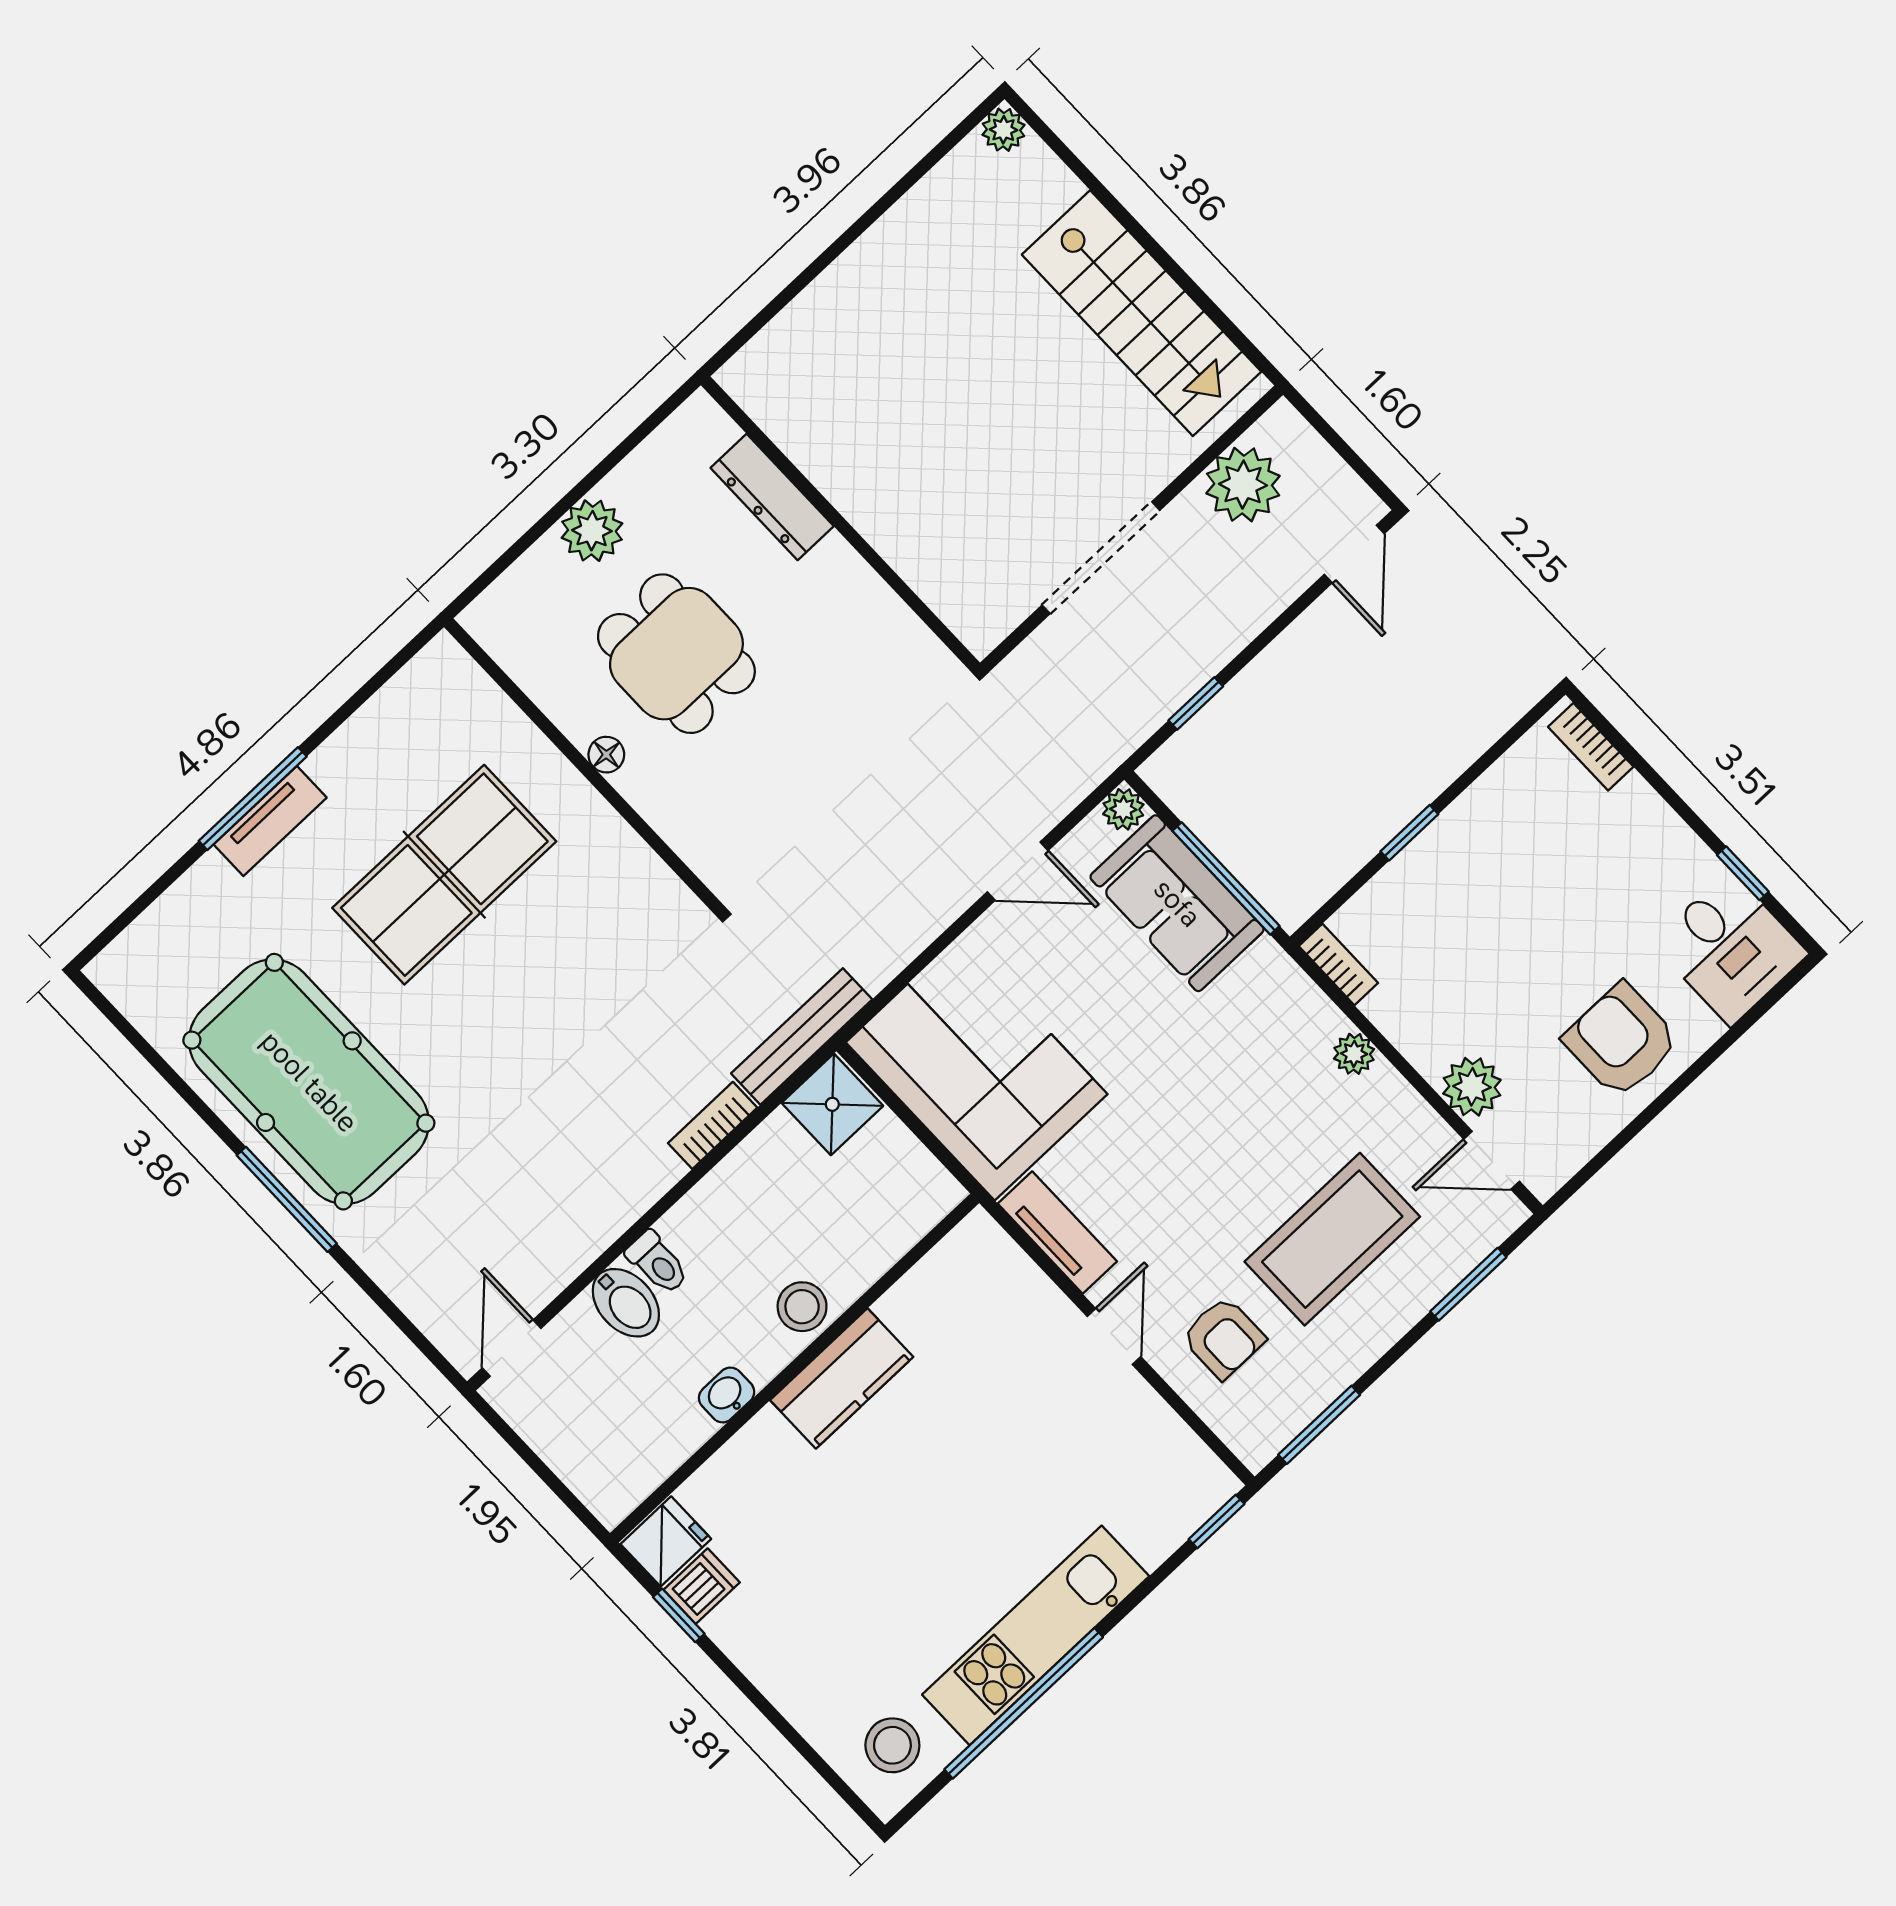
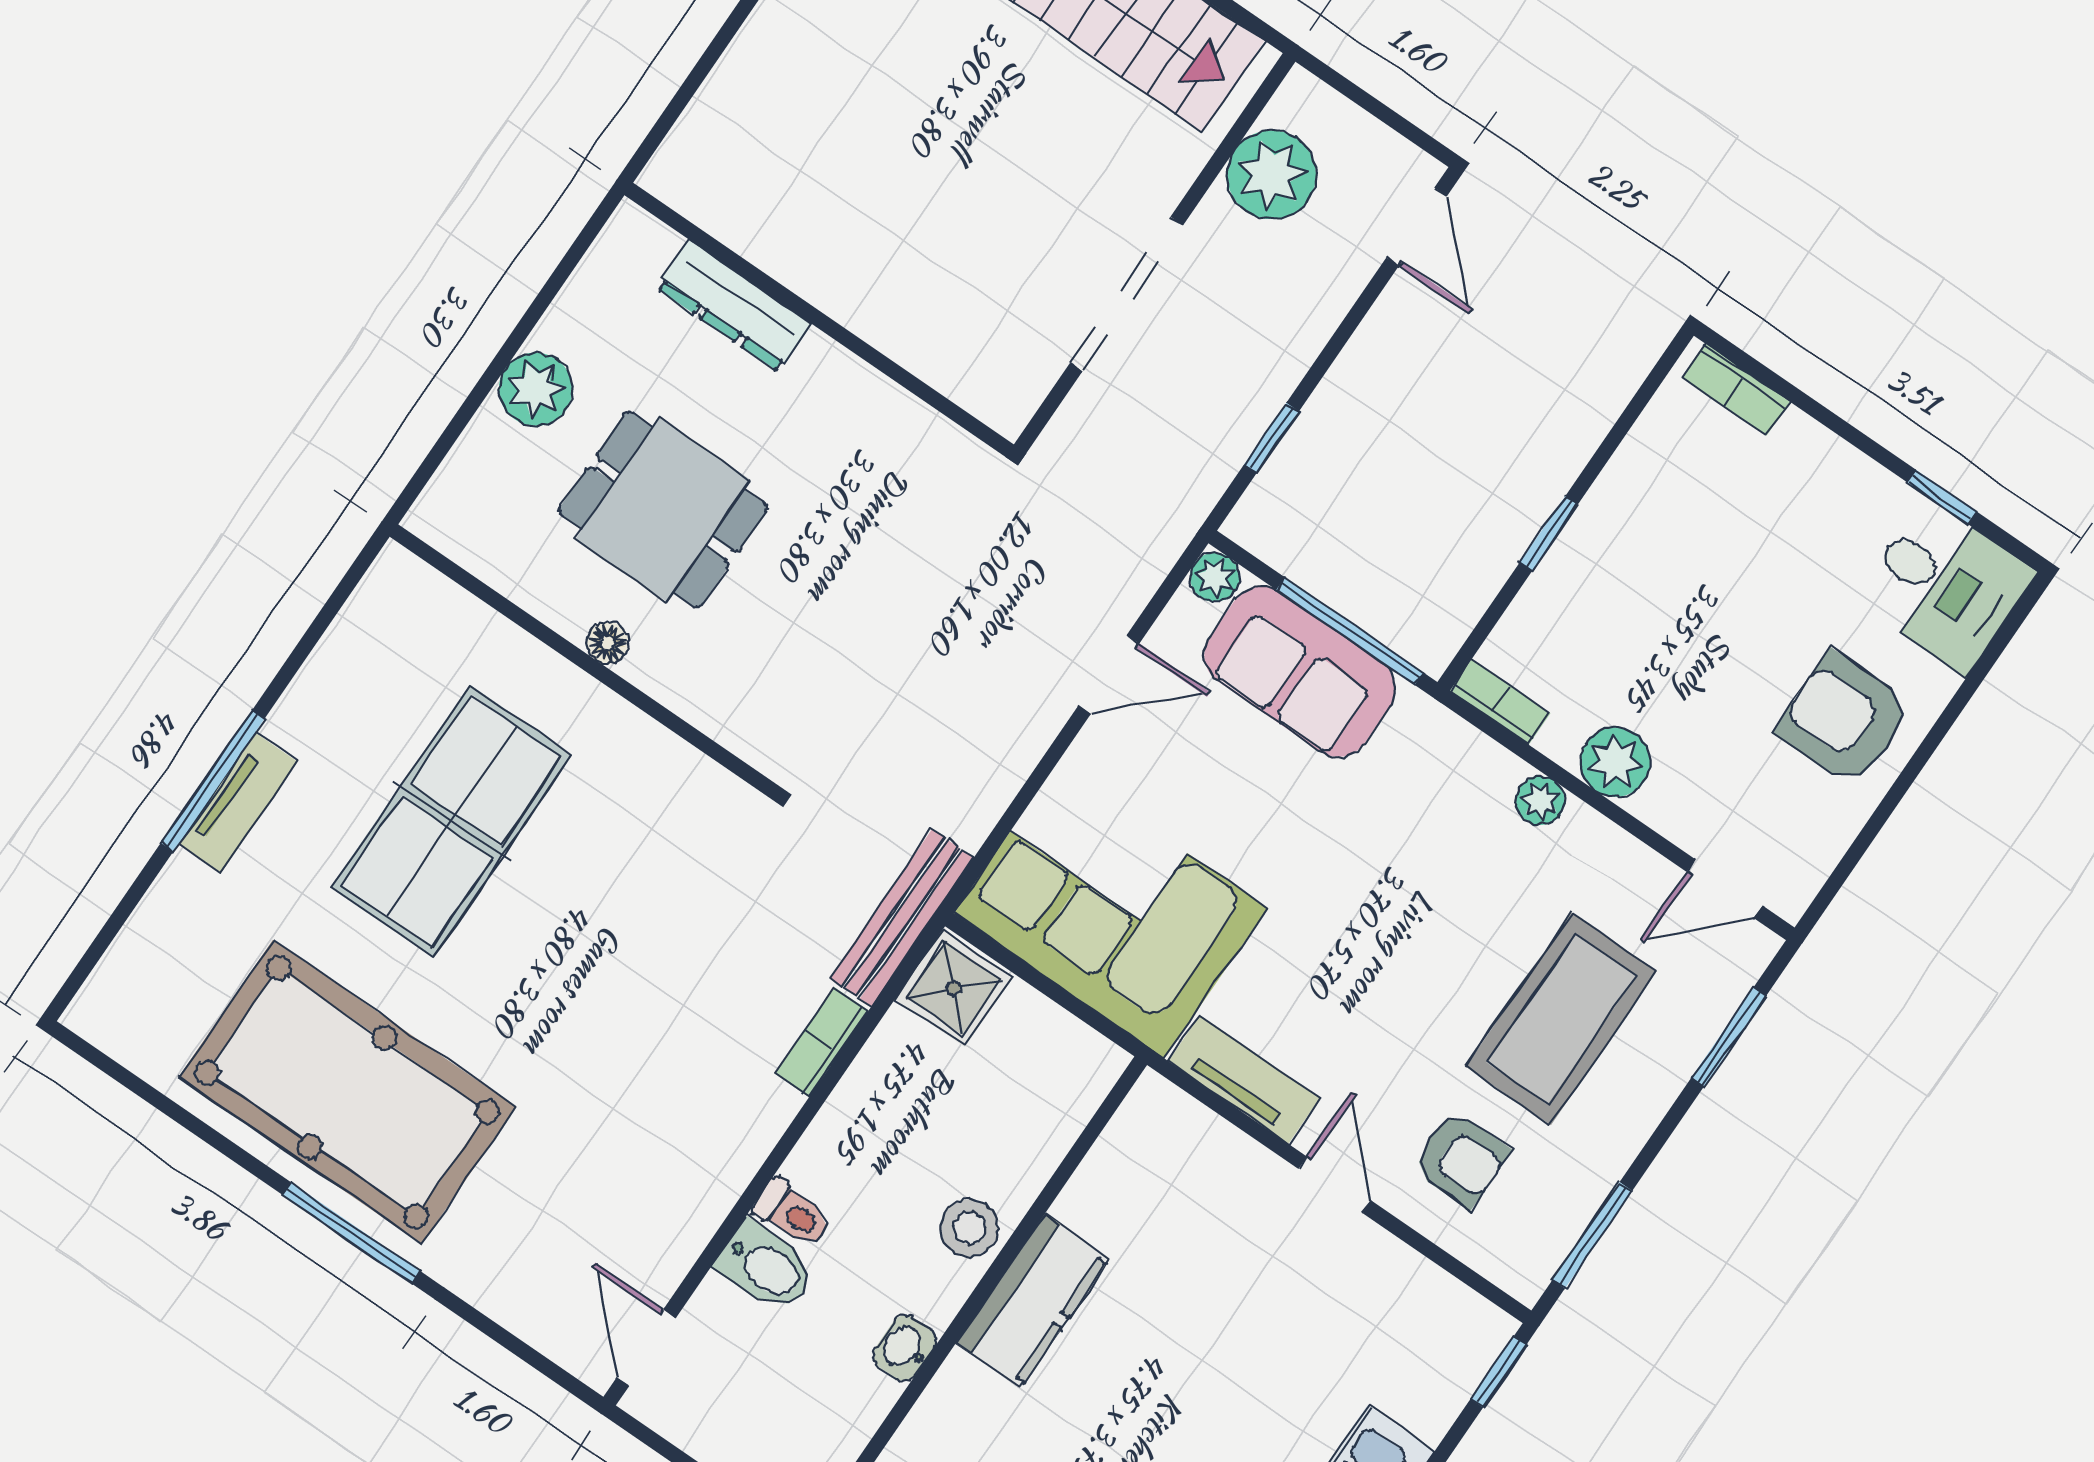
plant: (1472, 1087) -> (1615, 762), moved

